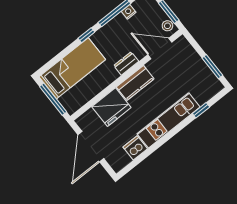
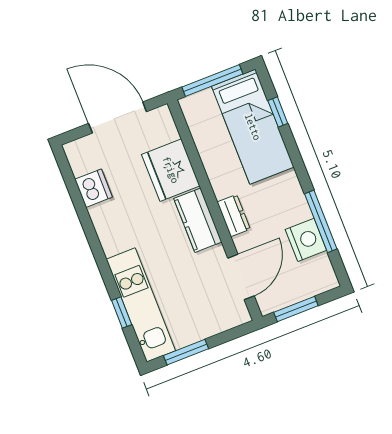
nightstand: (129, 12) -> (306, 240), width x1.89, depth x1.79
stool: (167, 26) -> (274, 300), removed
window: (86, 35) -> (278, 112), moved
kitchen unit: (169, 120) -> (141, 305), moved

